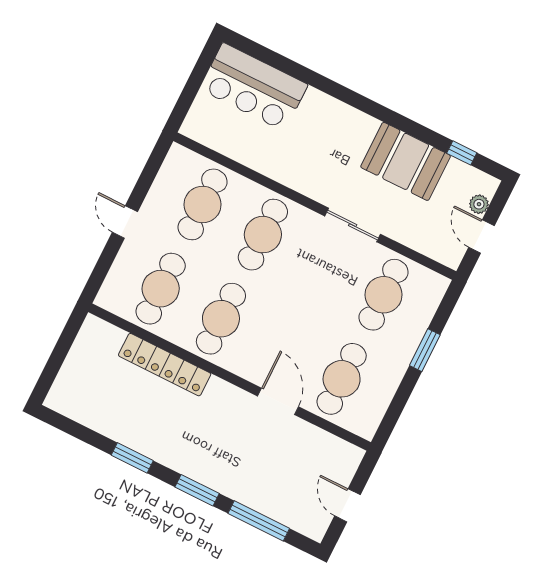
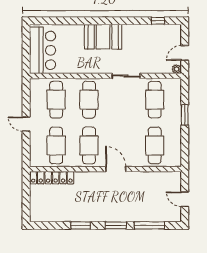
bar counter: (254, 87) -> (43, 50), moved, turned -90
booth: (406, 161) -> (103, 37), moved
plant: (479, 204) -> (177, 69), moved
door: (481, 236) -> (185, 53), hinge flipped
locker: (165, 365) -> (52, 178), moved
door: (278, 401) -> (116, 169), moved

